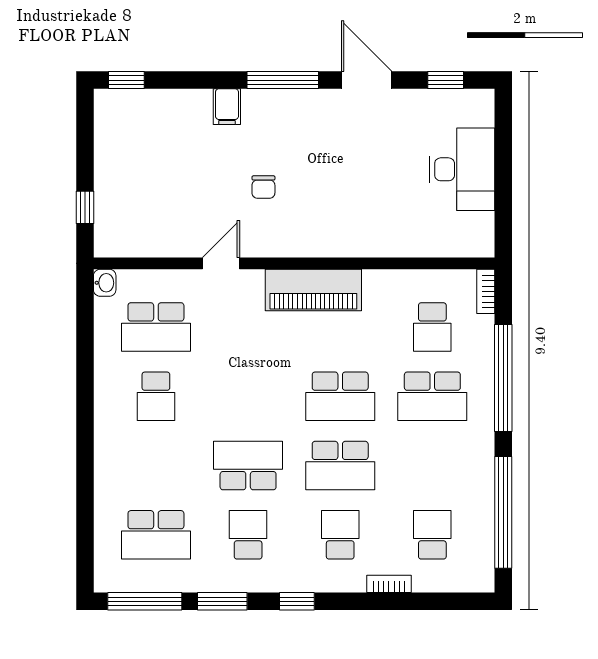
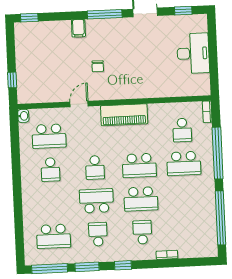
school desk: (432, 535) -> (95, 167), moved, turned 180

